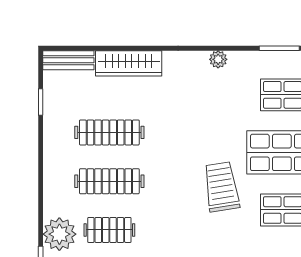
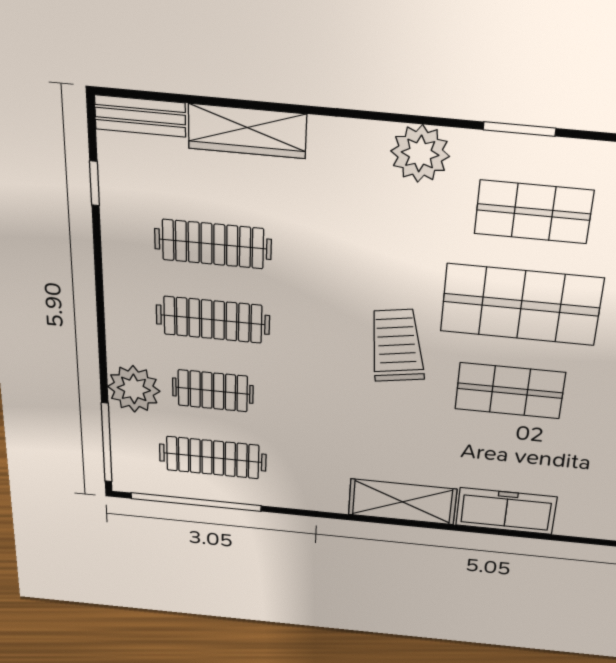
plant: (218, 59) -> (420, 154), width x1.88, depth x1.88

